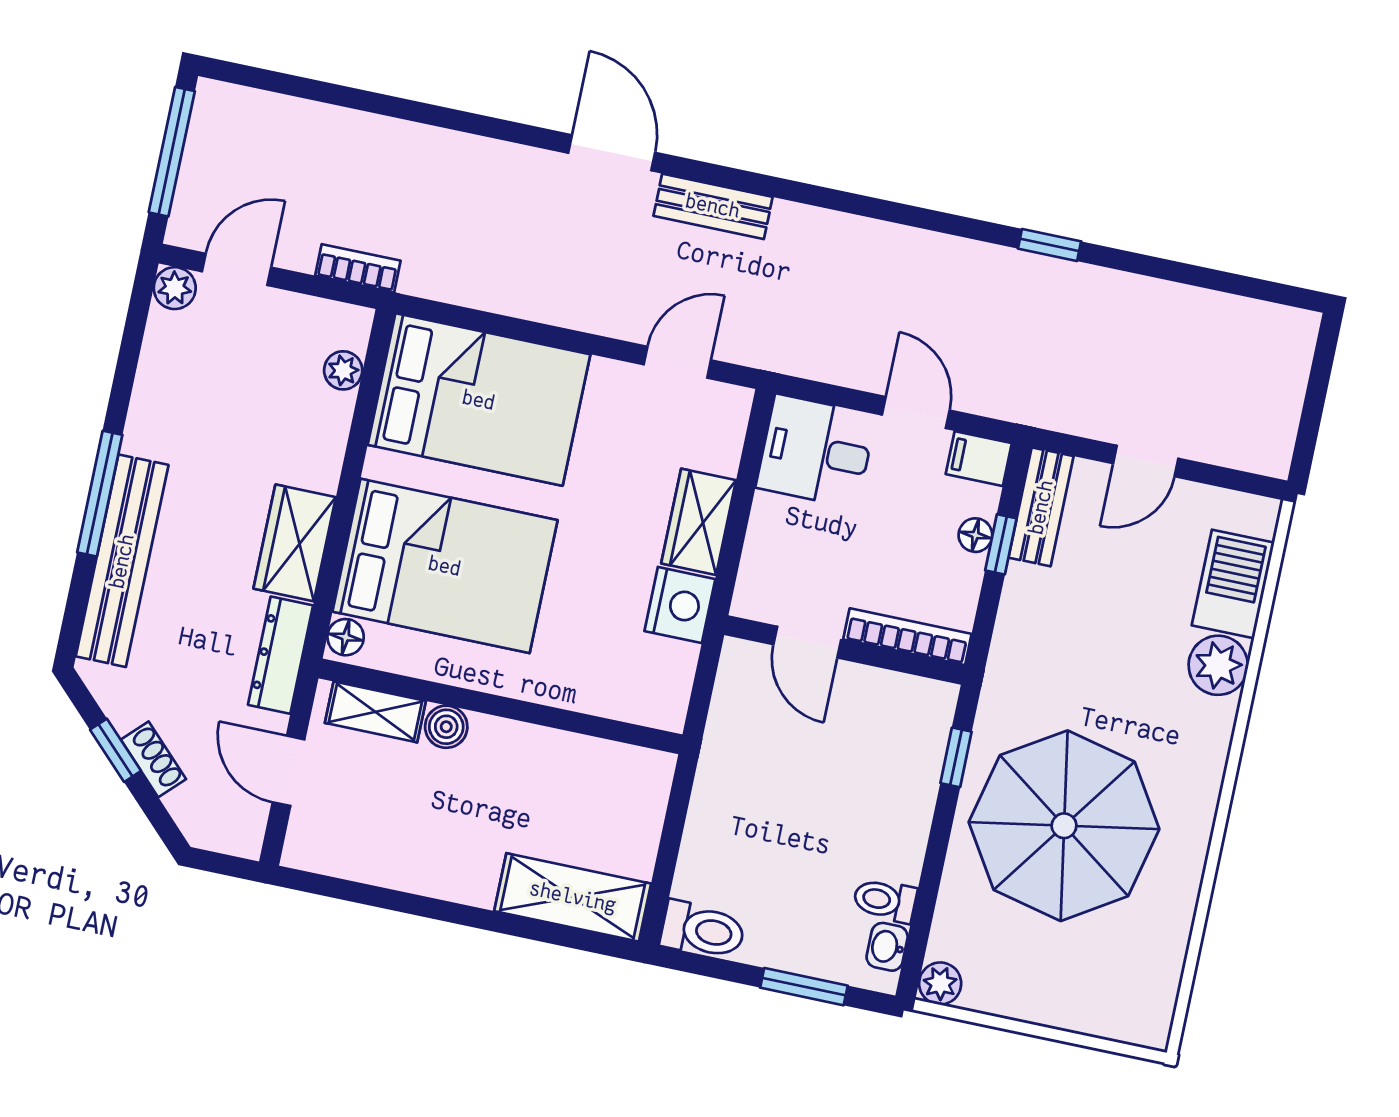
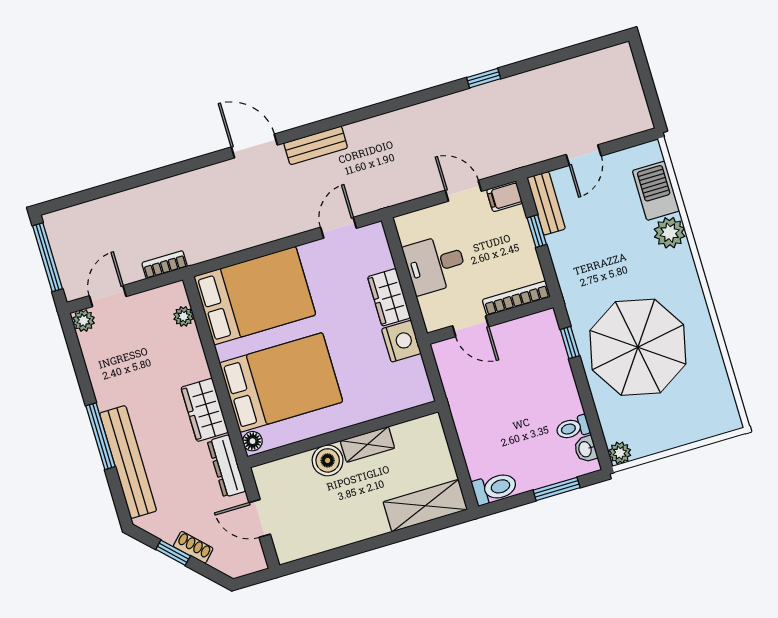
desk: (816, 451) -> (435, 264), moved
floor lamp: (975, 535) -> (522, 233), removed
shelving: (375, 712) -> (367, 444), moved
boiler: (446, 727) -> (328, 460), width x1.36, depth x1.36

